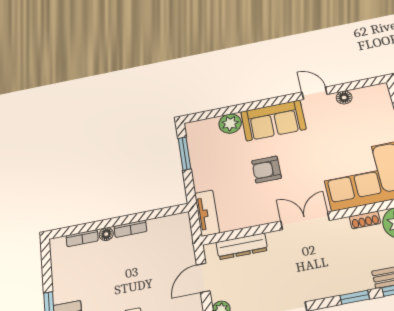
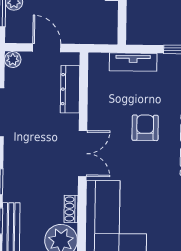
tv unit: (207, 213) -> (133, 62), moved

